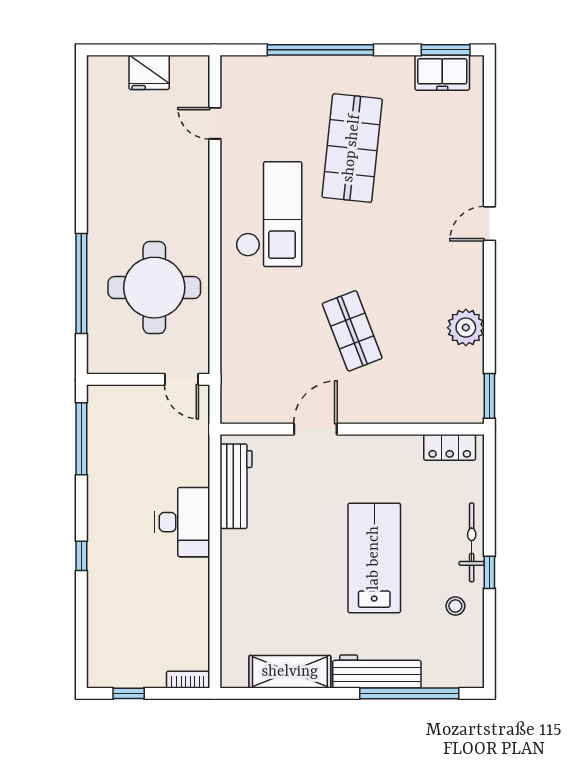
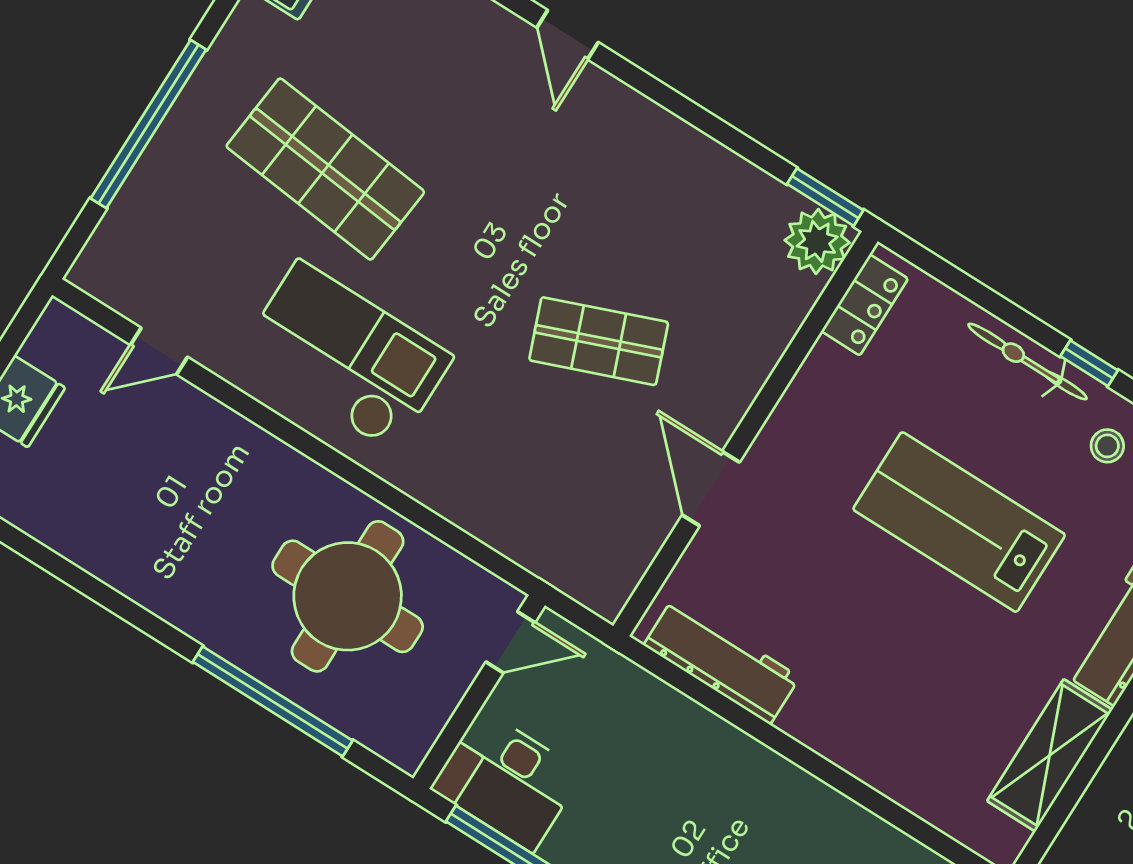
plant: (466, 328) -> (817, 241), moved
desk: (182, 522) -> (507, 781), moved, turned 180

